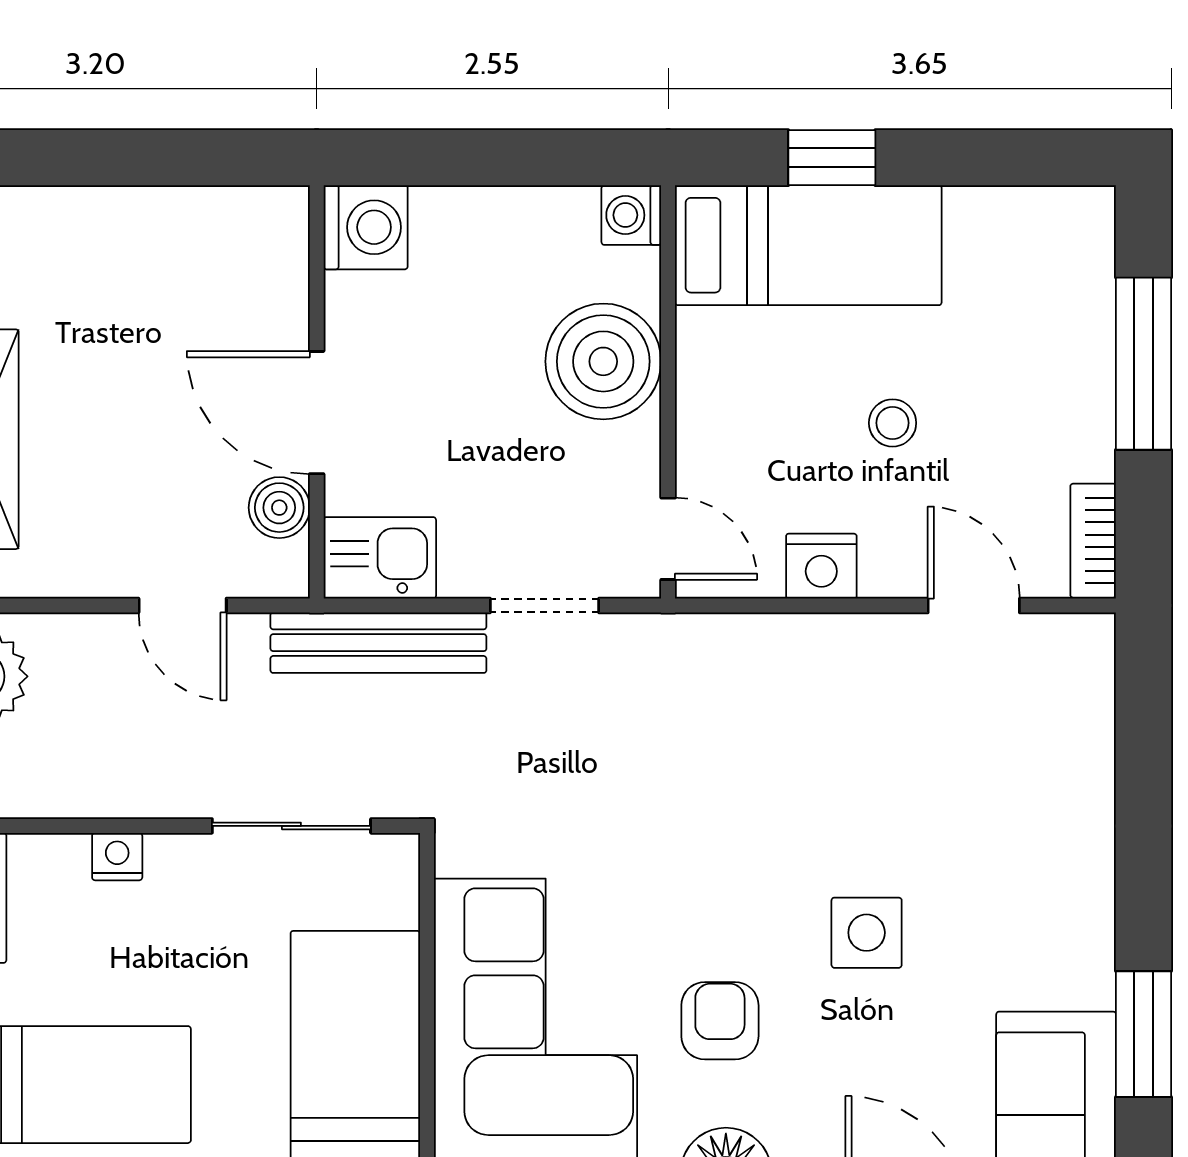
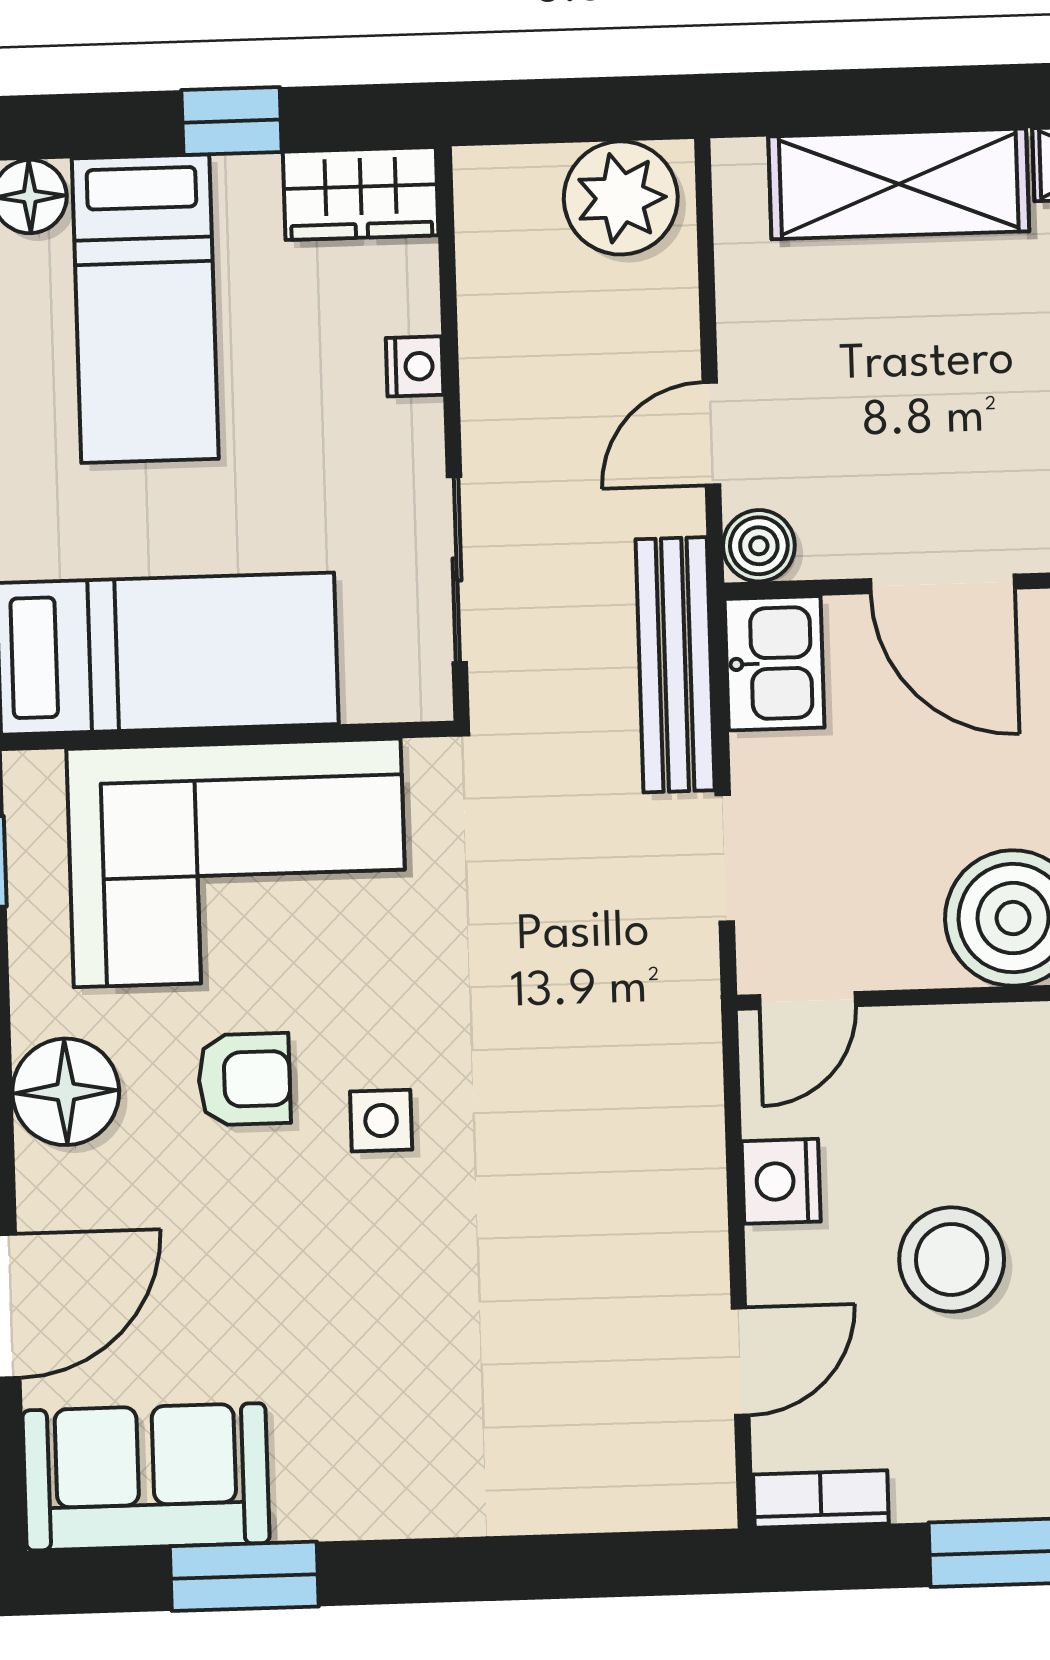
door: (317, 413) -> (943, 584), swing flipped
stool: (893, 423) -> (952, 1259), width x1.89, depth x1.89
boiler: (279, 508) -> (759, 546), moved
side table: (867, 933) -> (381, 1121), moved, width x0.73, depth x0.73

